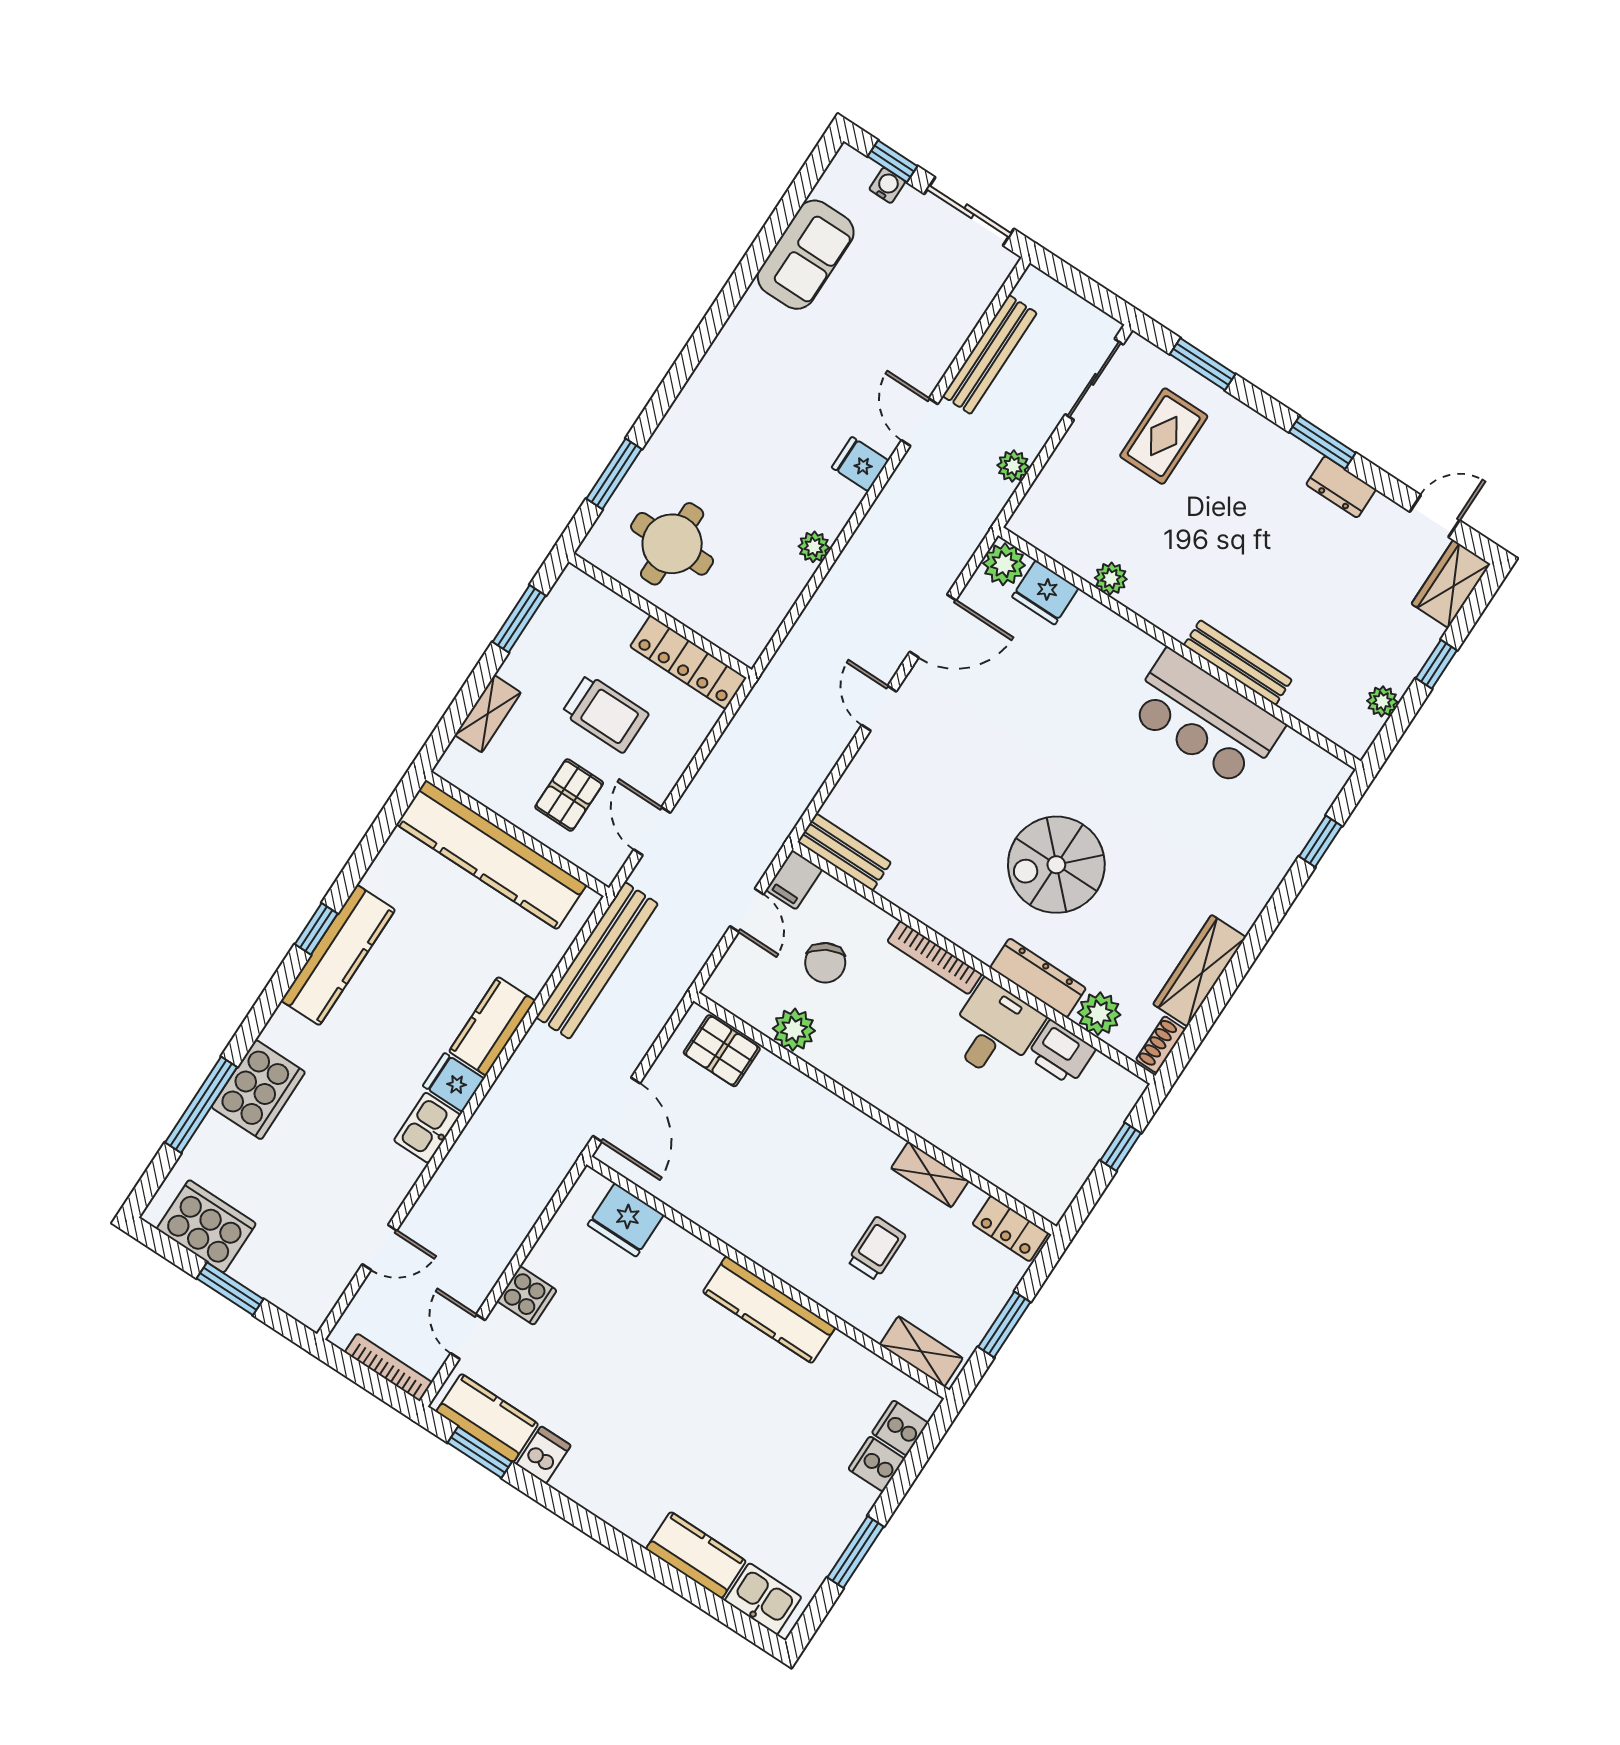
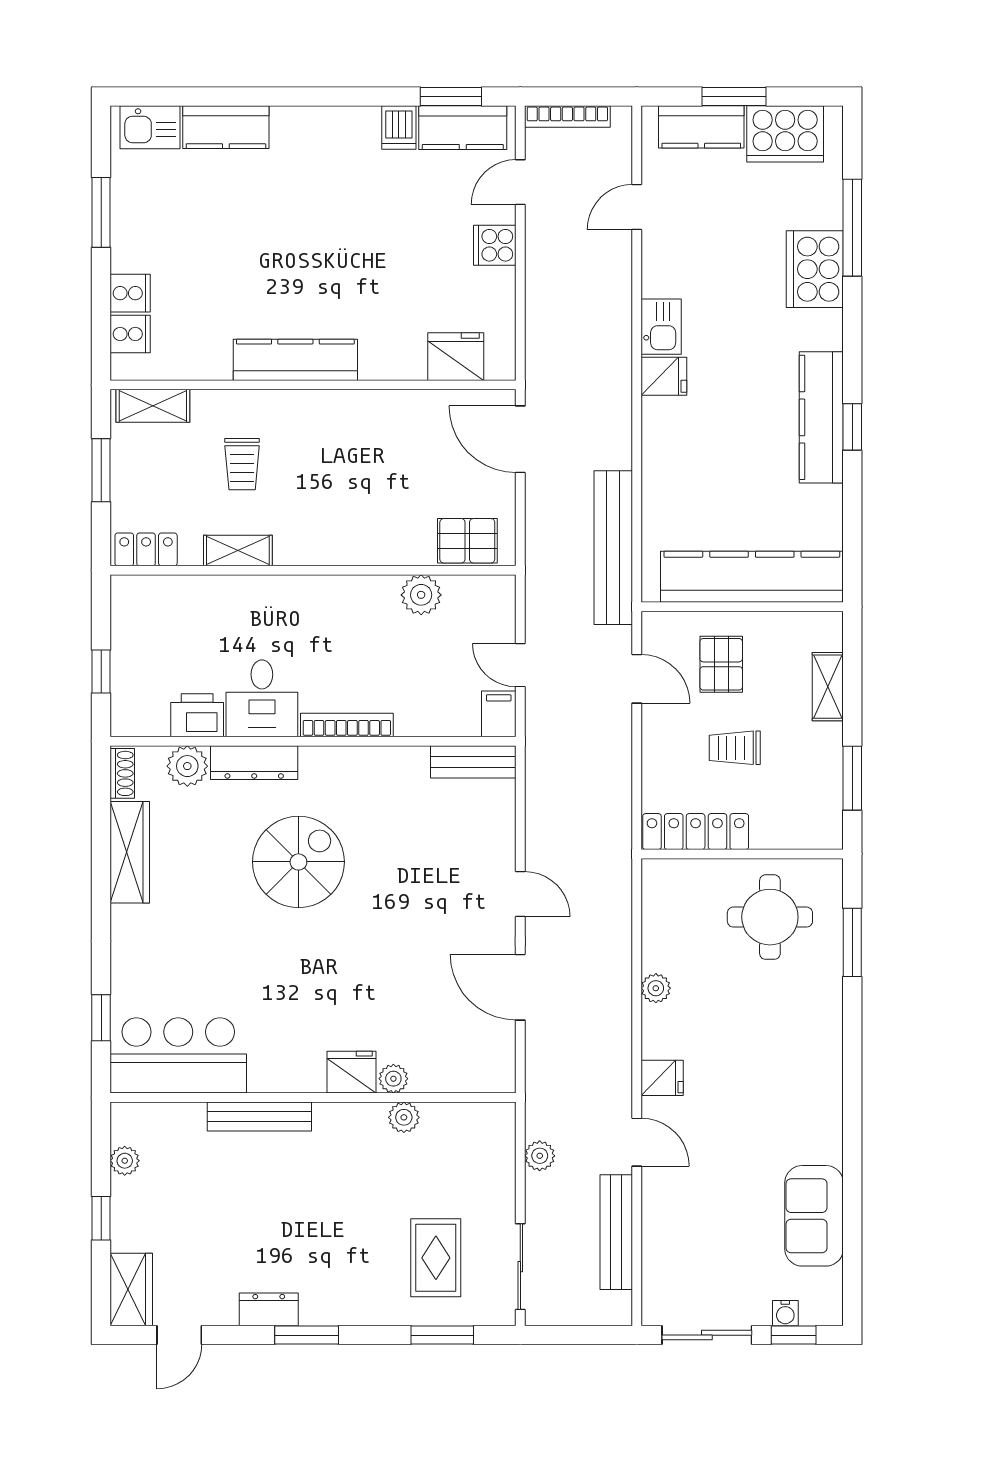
plant: (1004, 564) -> (393, 1079), moved, width x0.73, depth x0.73
fridge: (1045, 592) -> (352, 1072), moved
door: (933, 626) -> (520, 987), hinge flipped
trolley: (605, 713) -> (735, 748), width x0.73, depth x0.72
bar counter: (1205, 718) -> (178, 1055), moved
chair: (825, 963) -> (431, 664), removed
kitchen counter: (492, 1026) -> (701, 127), moved, turned 90
door: (468, 1337) -> (520, 182), swing flipped

